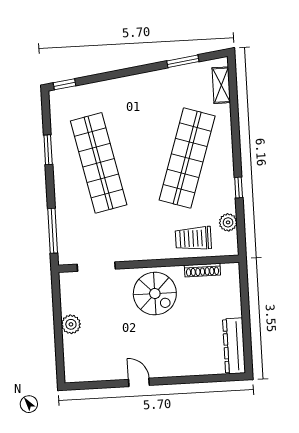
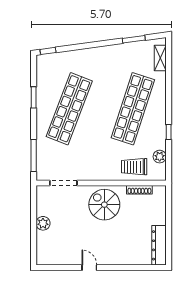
shop shelf: (99, 163) -> (69, 109), turned 33
spiral stairs: (155, 294) -> (104, 205), turned 180

